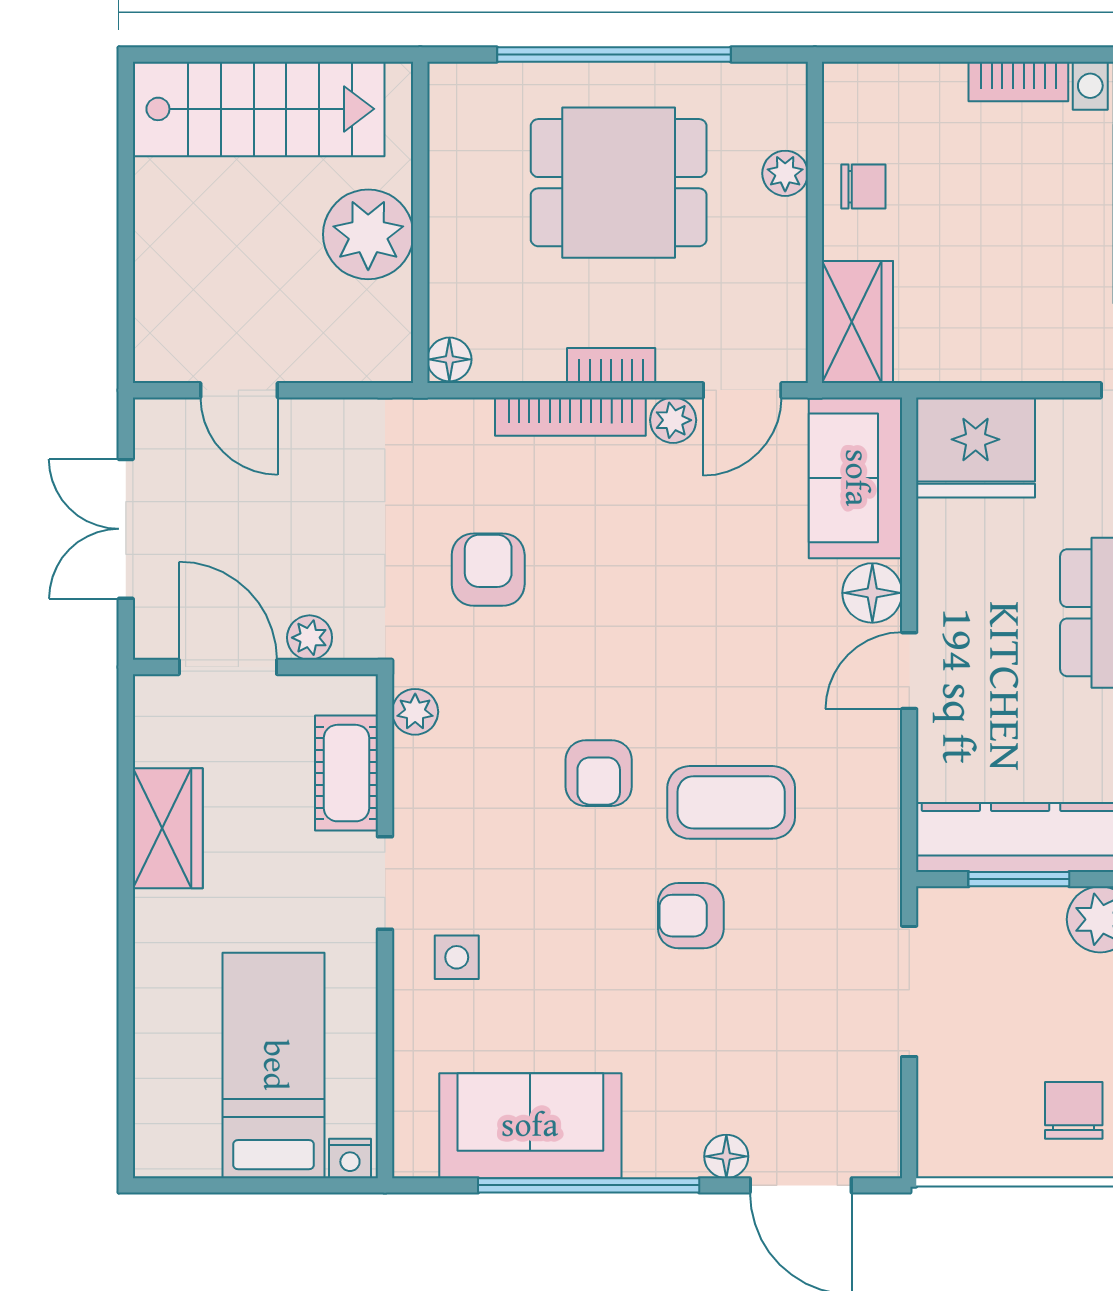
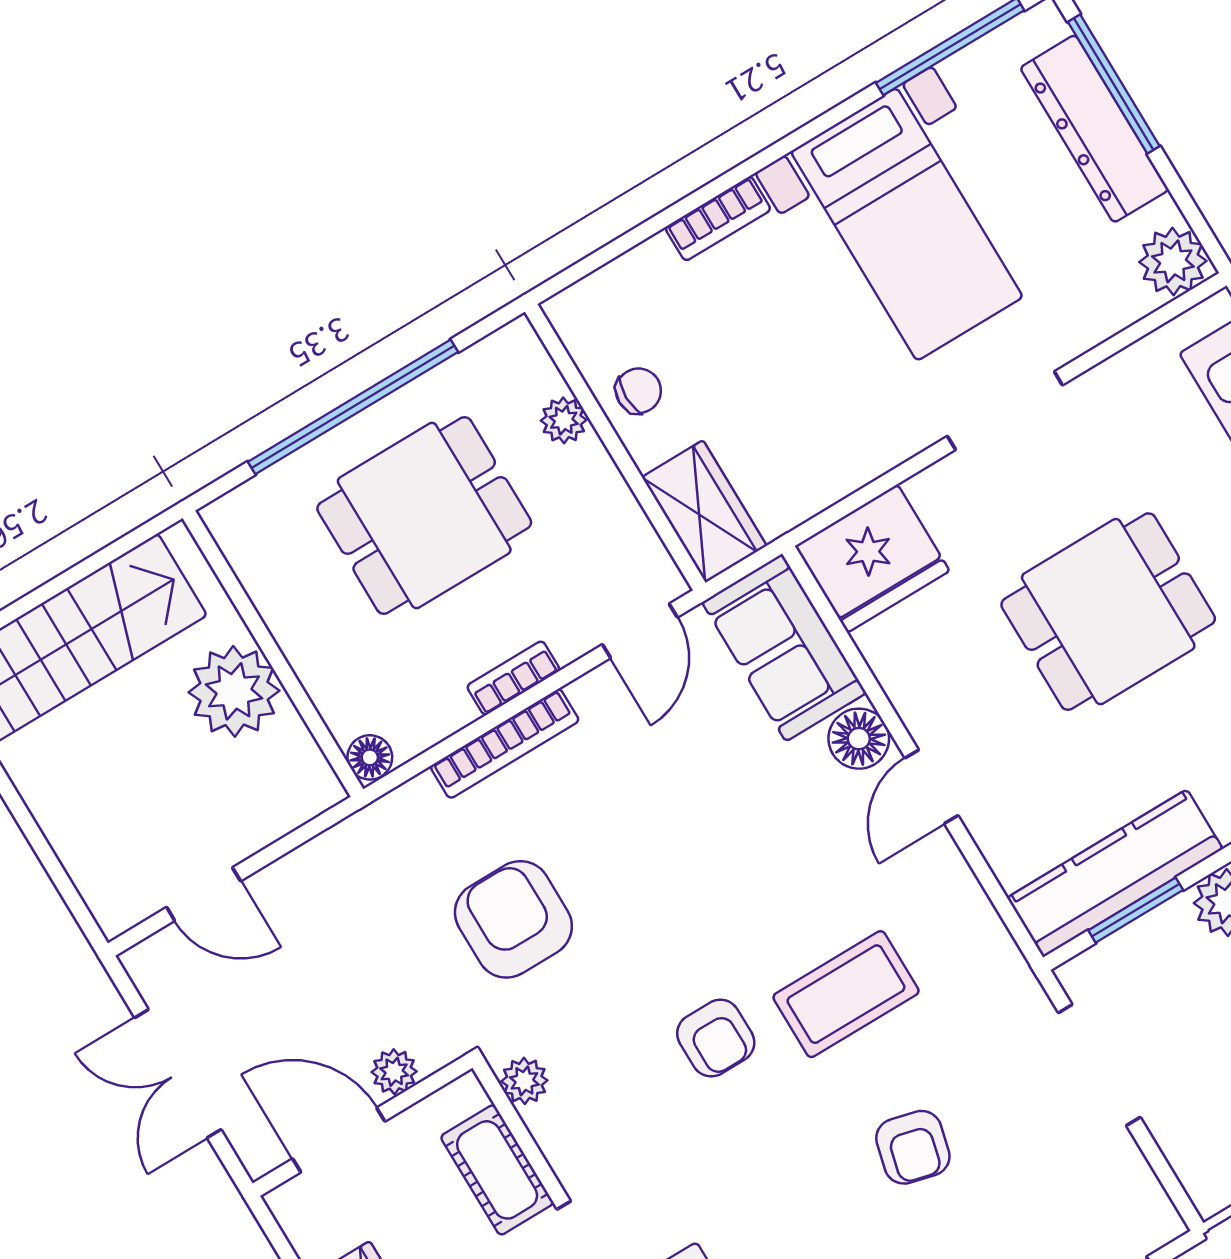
plant: (673, 420) -> (596, 693), removed
armchair: (488, 570) -> (513, 919), width x1.38, depth x1.38
armchair: (691, 916) -> (913, 1147), moved, turned -76

